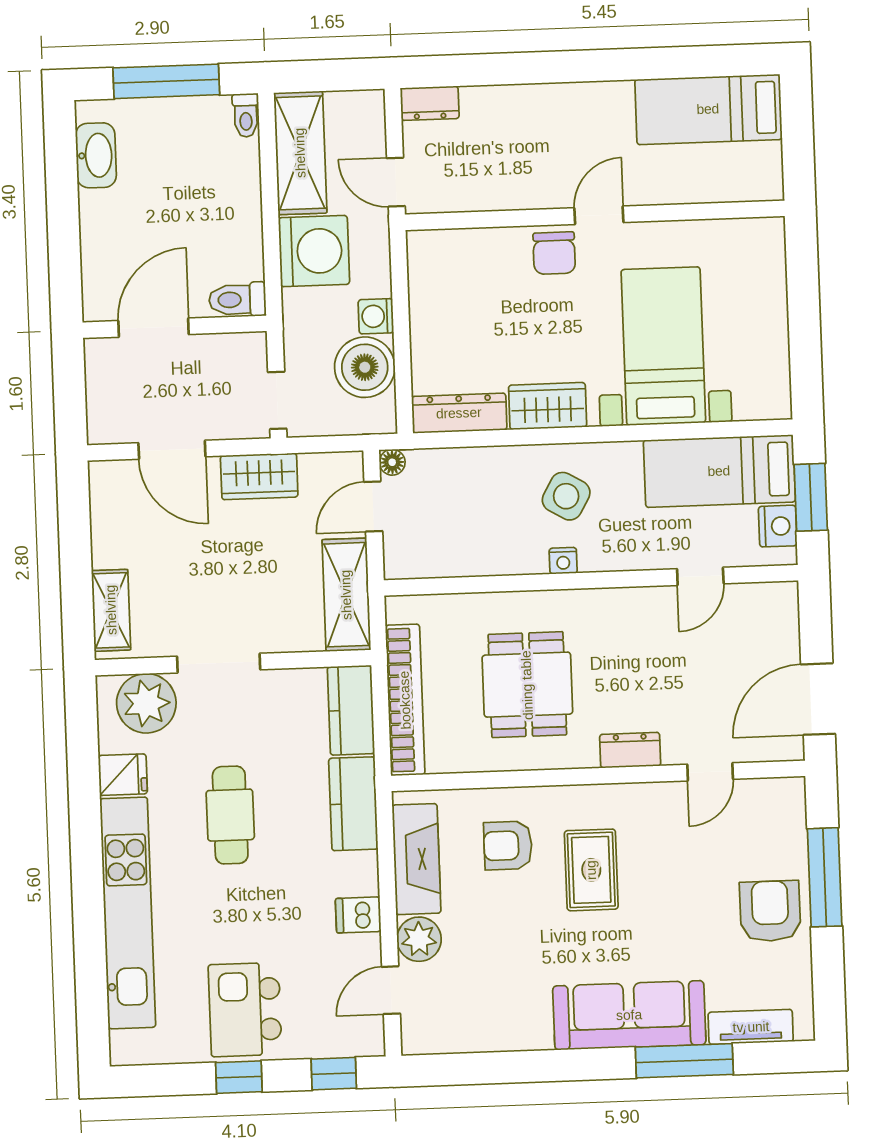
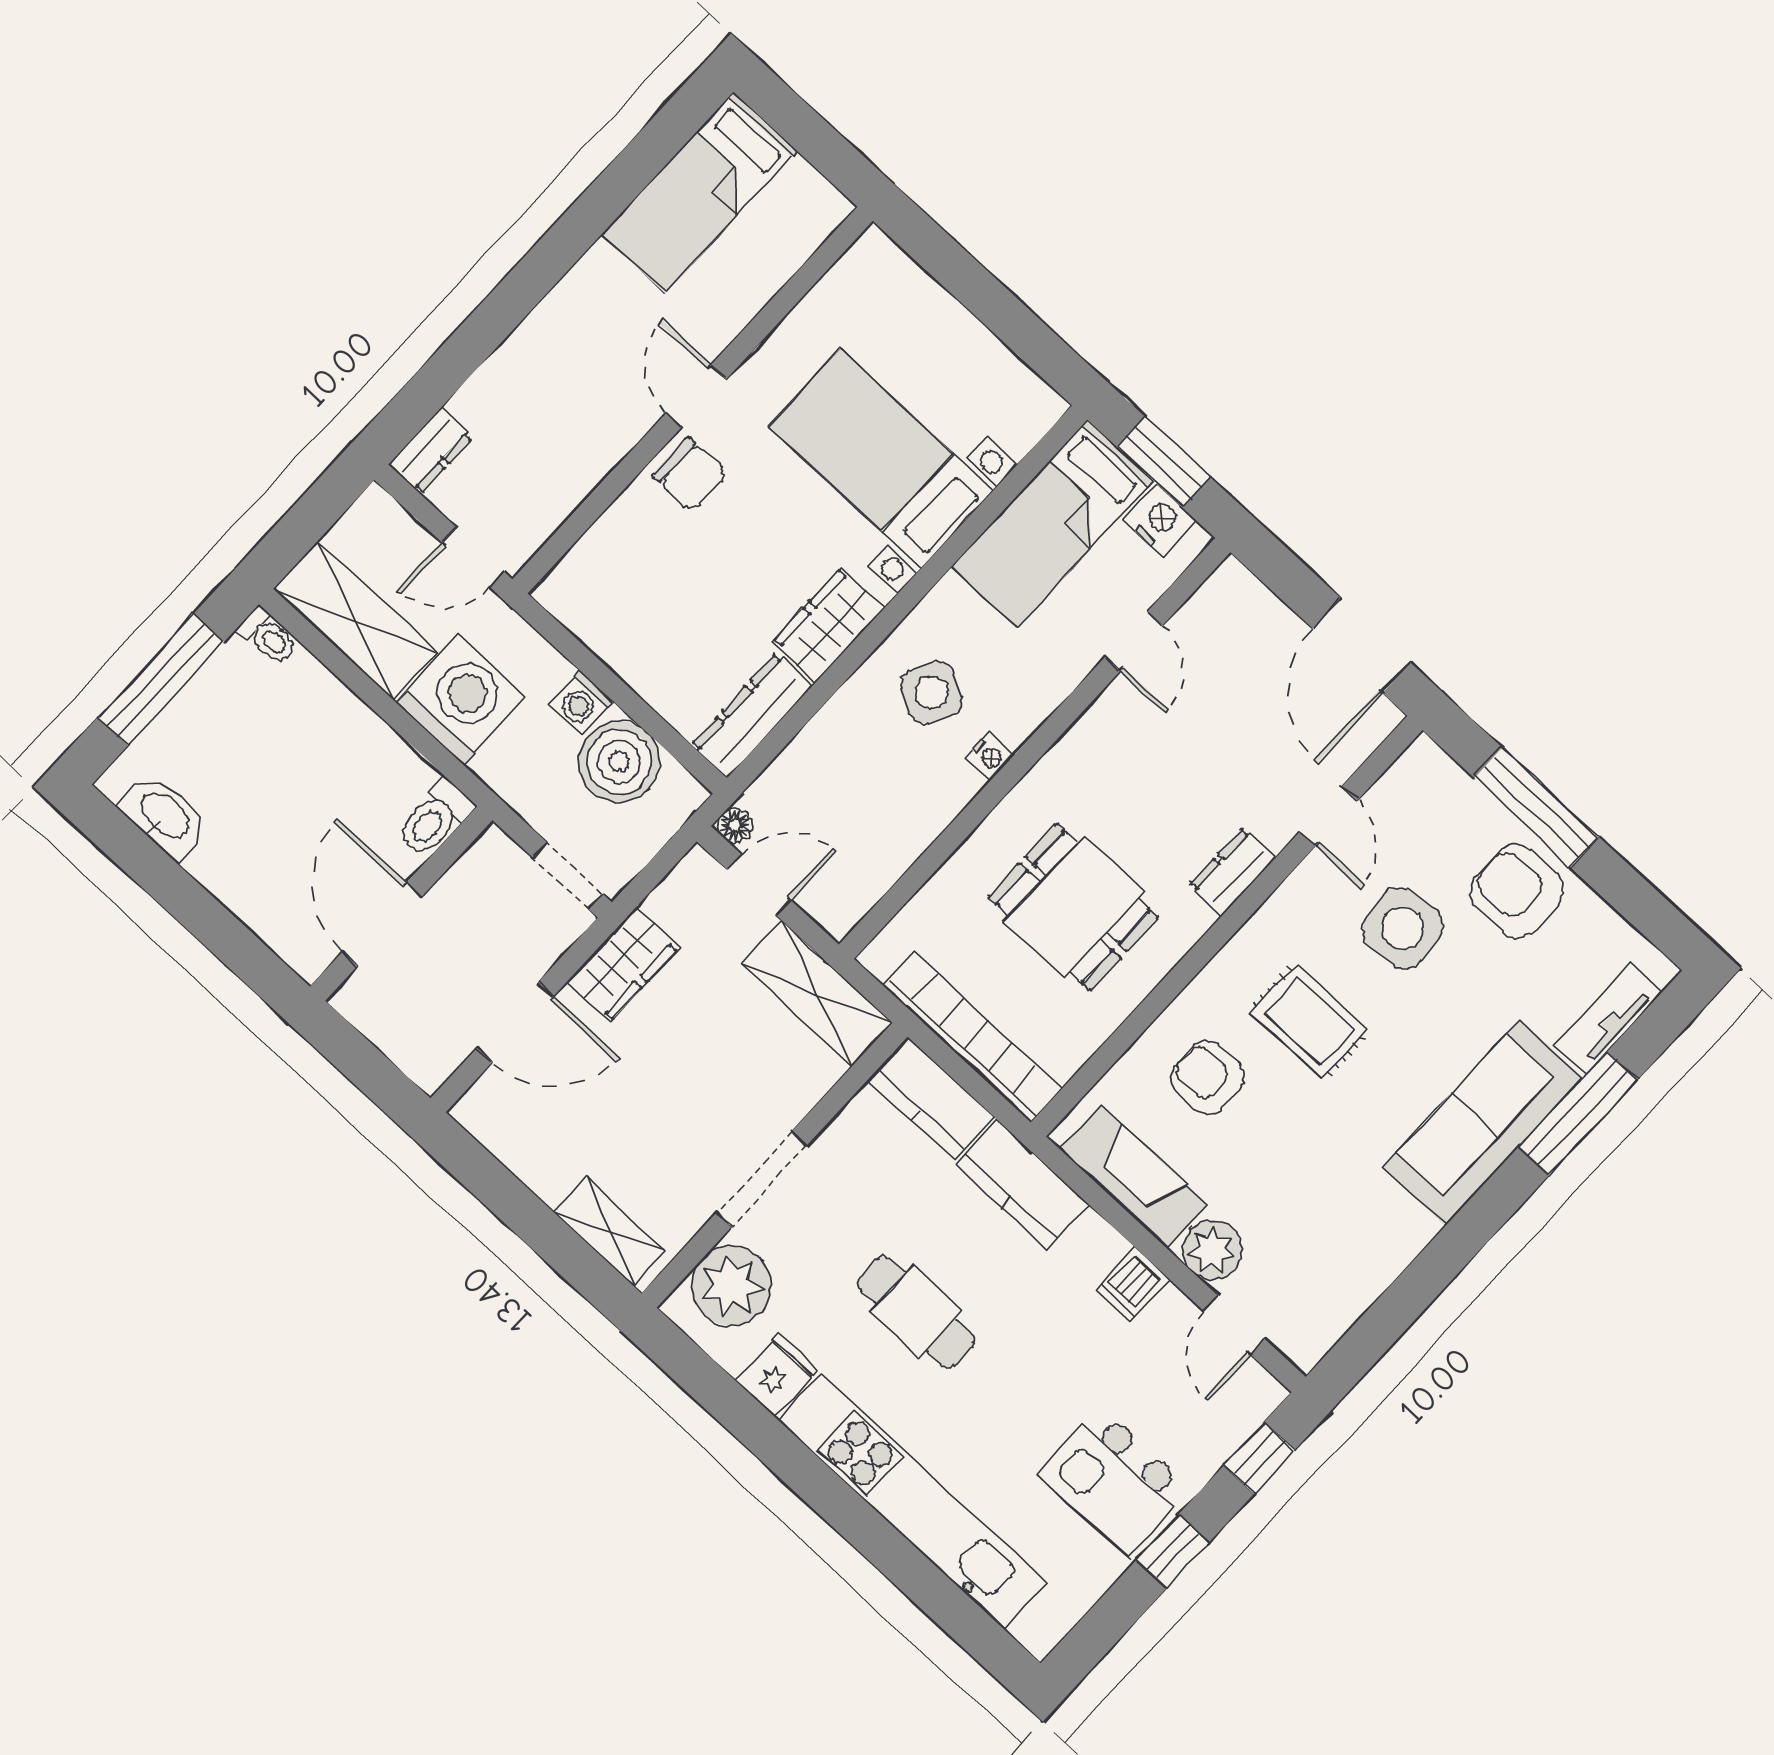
door: (373, 506) -> (759, 885), swing flipped
armchair: (508, 846) -> (1207, 1077), turned 90
side table: (690, 870) -> (1402, 928), added

